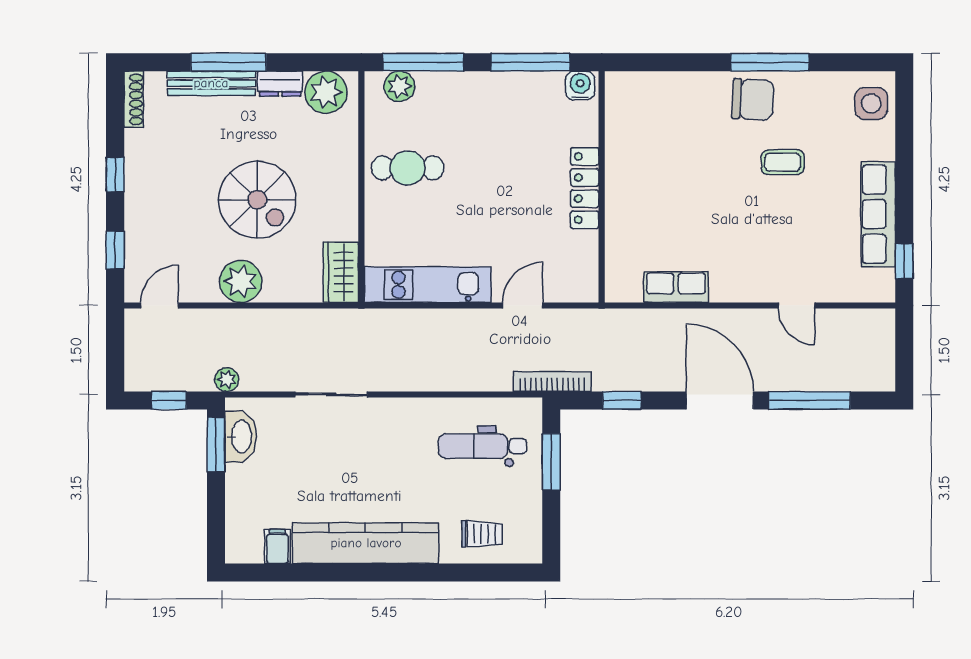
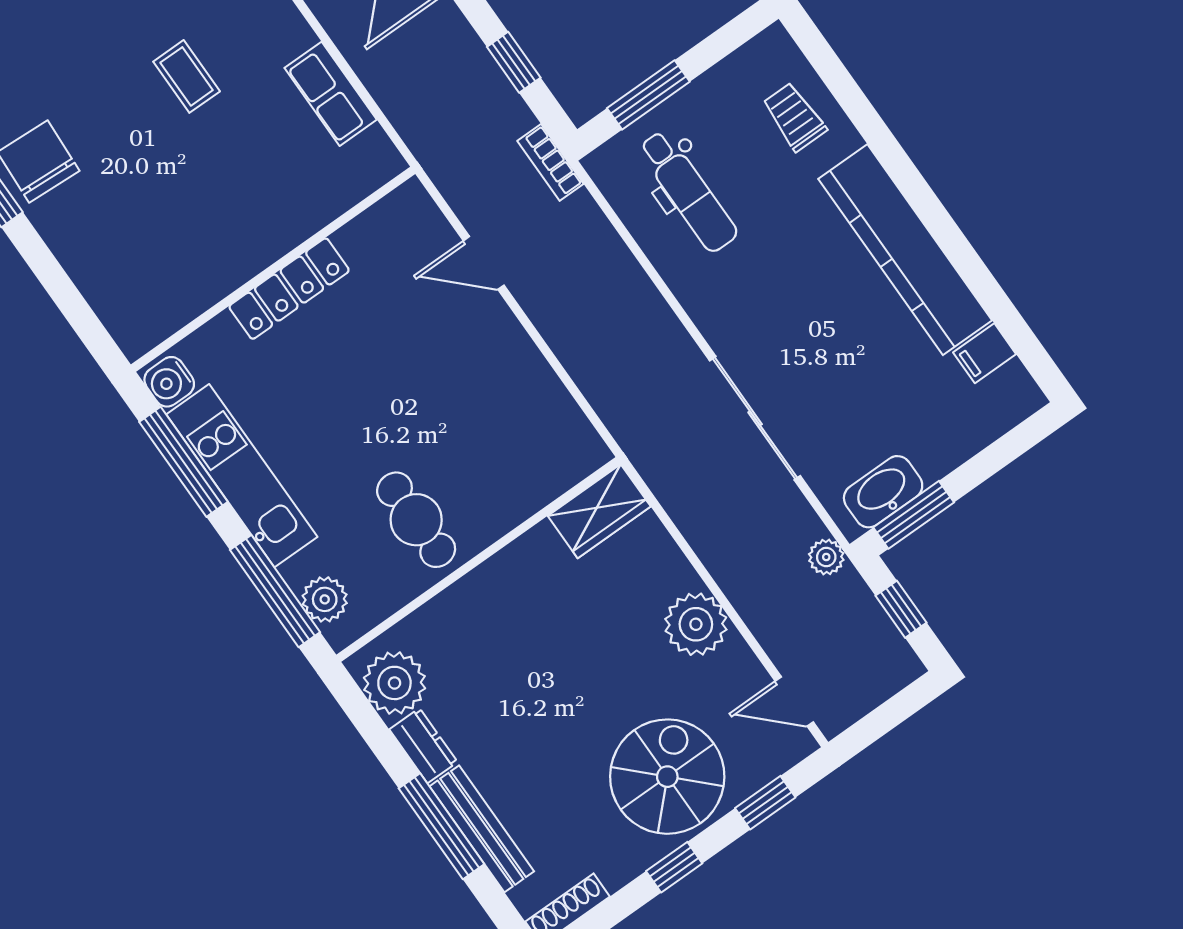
coffee table: (783, 162) -> (187, 76), moved
spiral stairs: (257, 200) -> (667, 777), moved
kitchen unit: (428, 285) -> (242, 476), moved, turned 180
bookcase: (552, 382) -> (550, 162), width x0.64
sliding door: (331, 394) -> (755, 418), width x1.37

